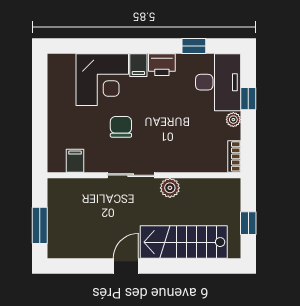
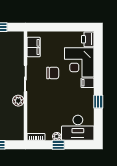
window: (194, 46) -> (98, 102), moved
printer: (162, 65) -> (88, 39), moved
window: (248, 99) -> (58, 145), moved
filing cabinet: (75, 161) -> (34, 47), width x2.00

